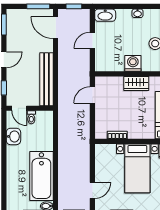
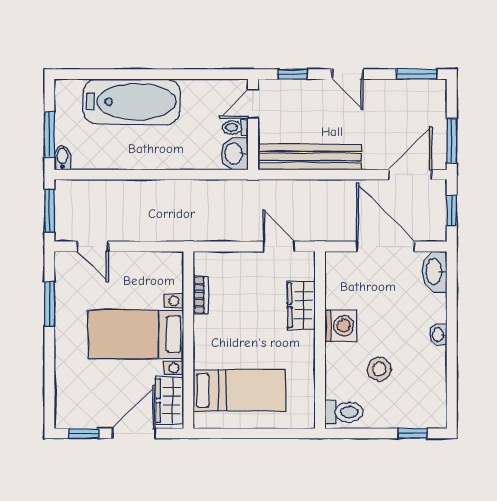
door: (92, 40) -> (385, 247), width x1.88
wardrobe: (136, 84) -> (301, 305), moved
washbasin: (13, 136) -> (234, 154), moved, turned 90
bathtub: (41, 176) -> (132, 102), moved, turned 180

